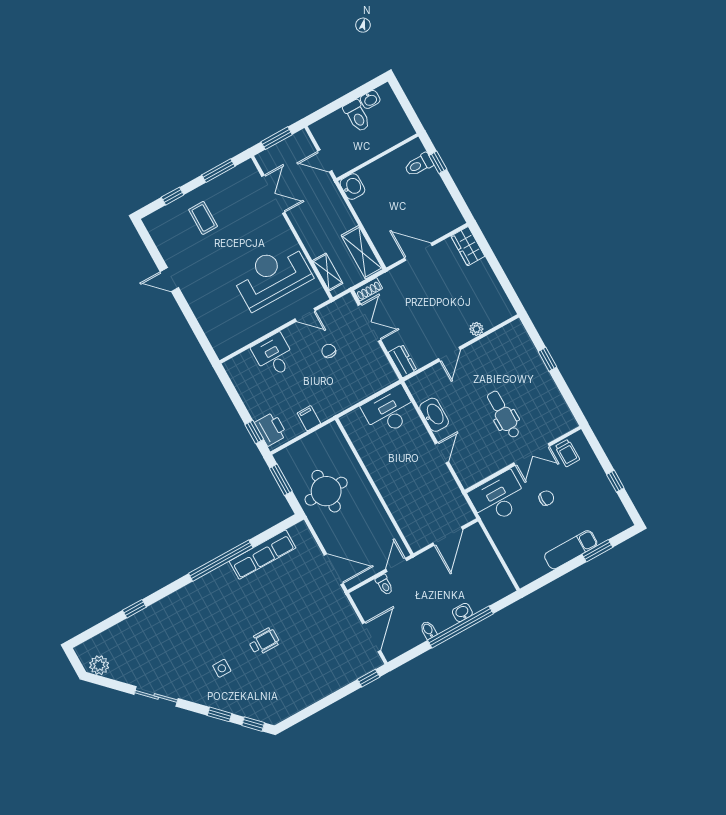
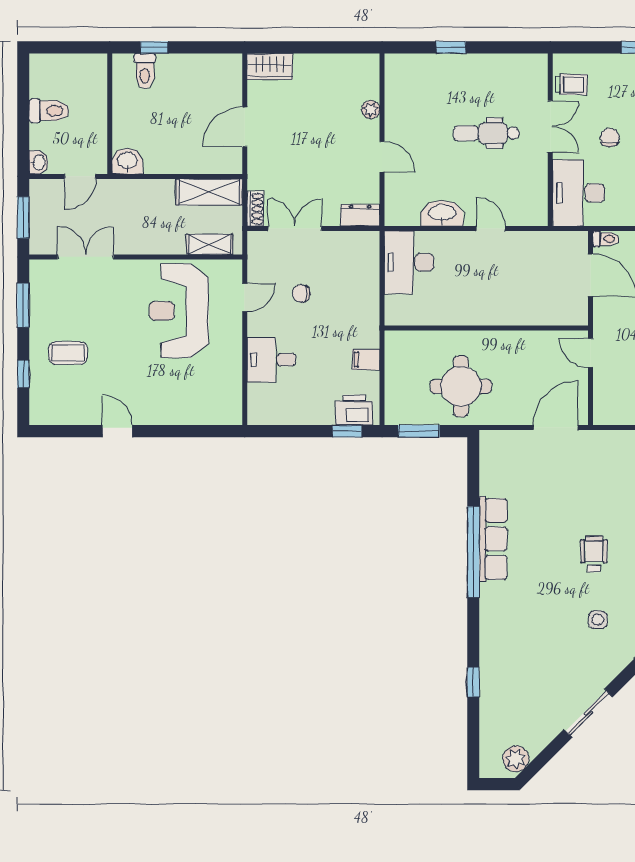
washbasin: (370, 99) -> (39, 162), moved
door: (169, 280) -> (117, 431), swing flipped
row of seats: (262, 555) -> (493, 539), moved
toilet: (384, 585) -> (606, 239), moved

